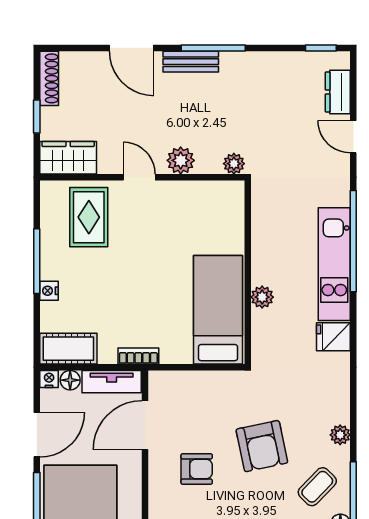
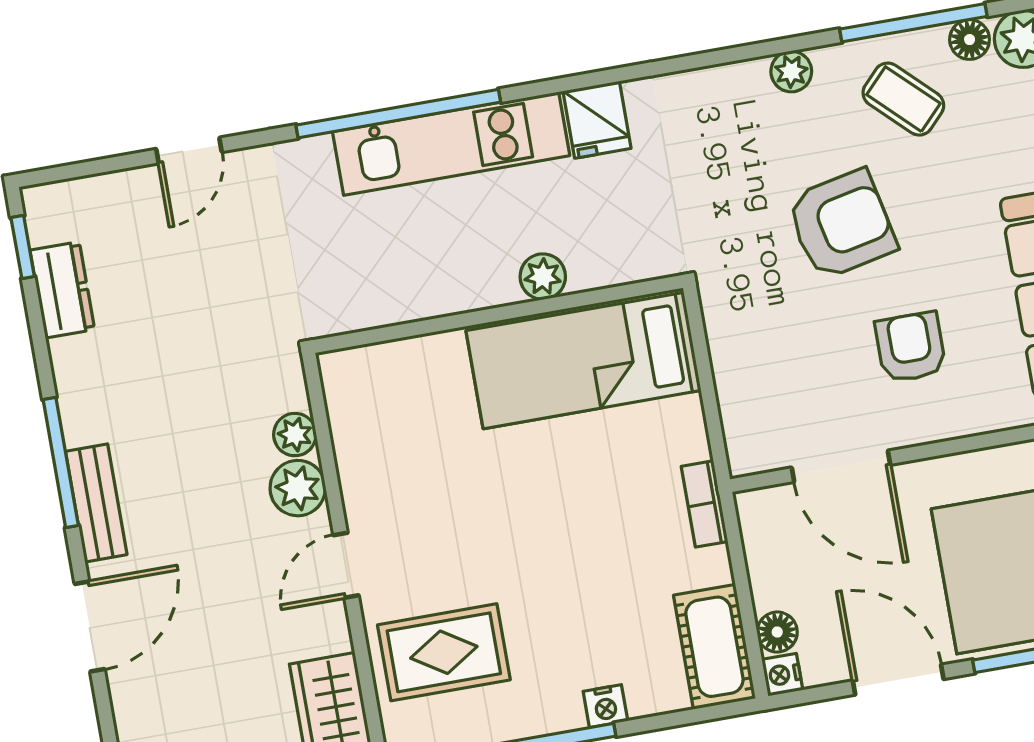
dresser: (338, 92) -> (62, 290), moved, turned -90
plant: (234, 164) -> (295, 435), moved
tv unit: (112, 382) -> (765, 548), removed

